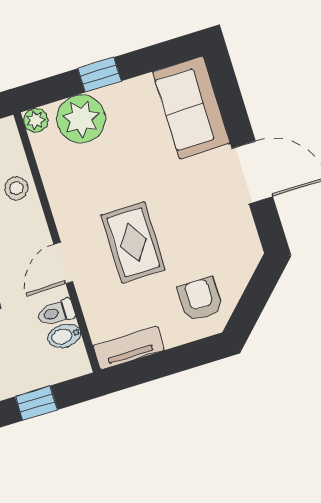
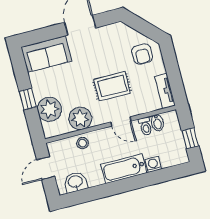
plant: (36, 120) -> (80, 118), moved, width x1.87, depth x1.87
armchair: (200, 299) -> (142, 54), turned -90

